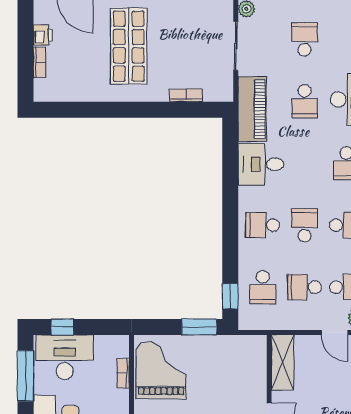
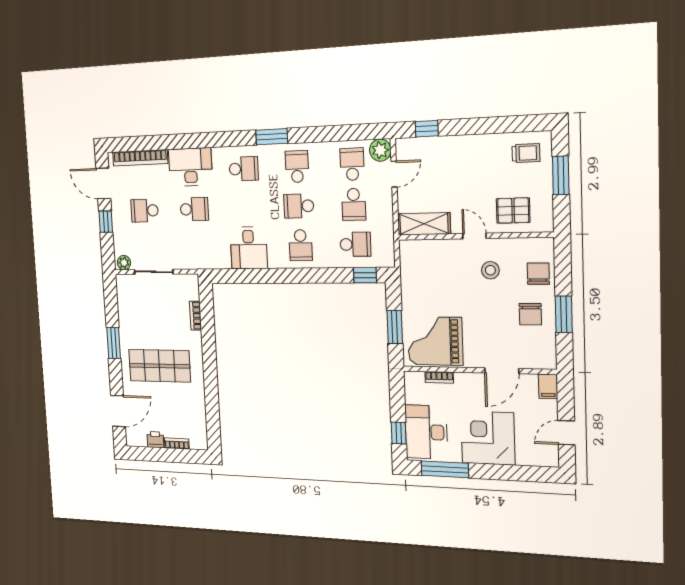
piano: (252, 109) -> (203, 256), removed
window: (199, 327) -> (395, 327), moved

